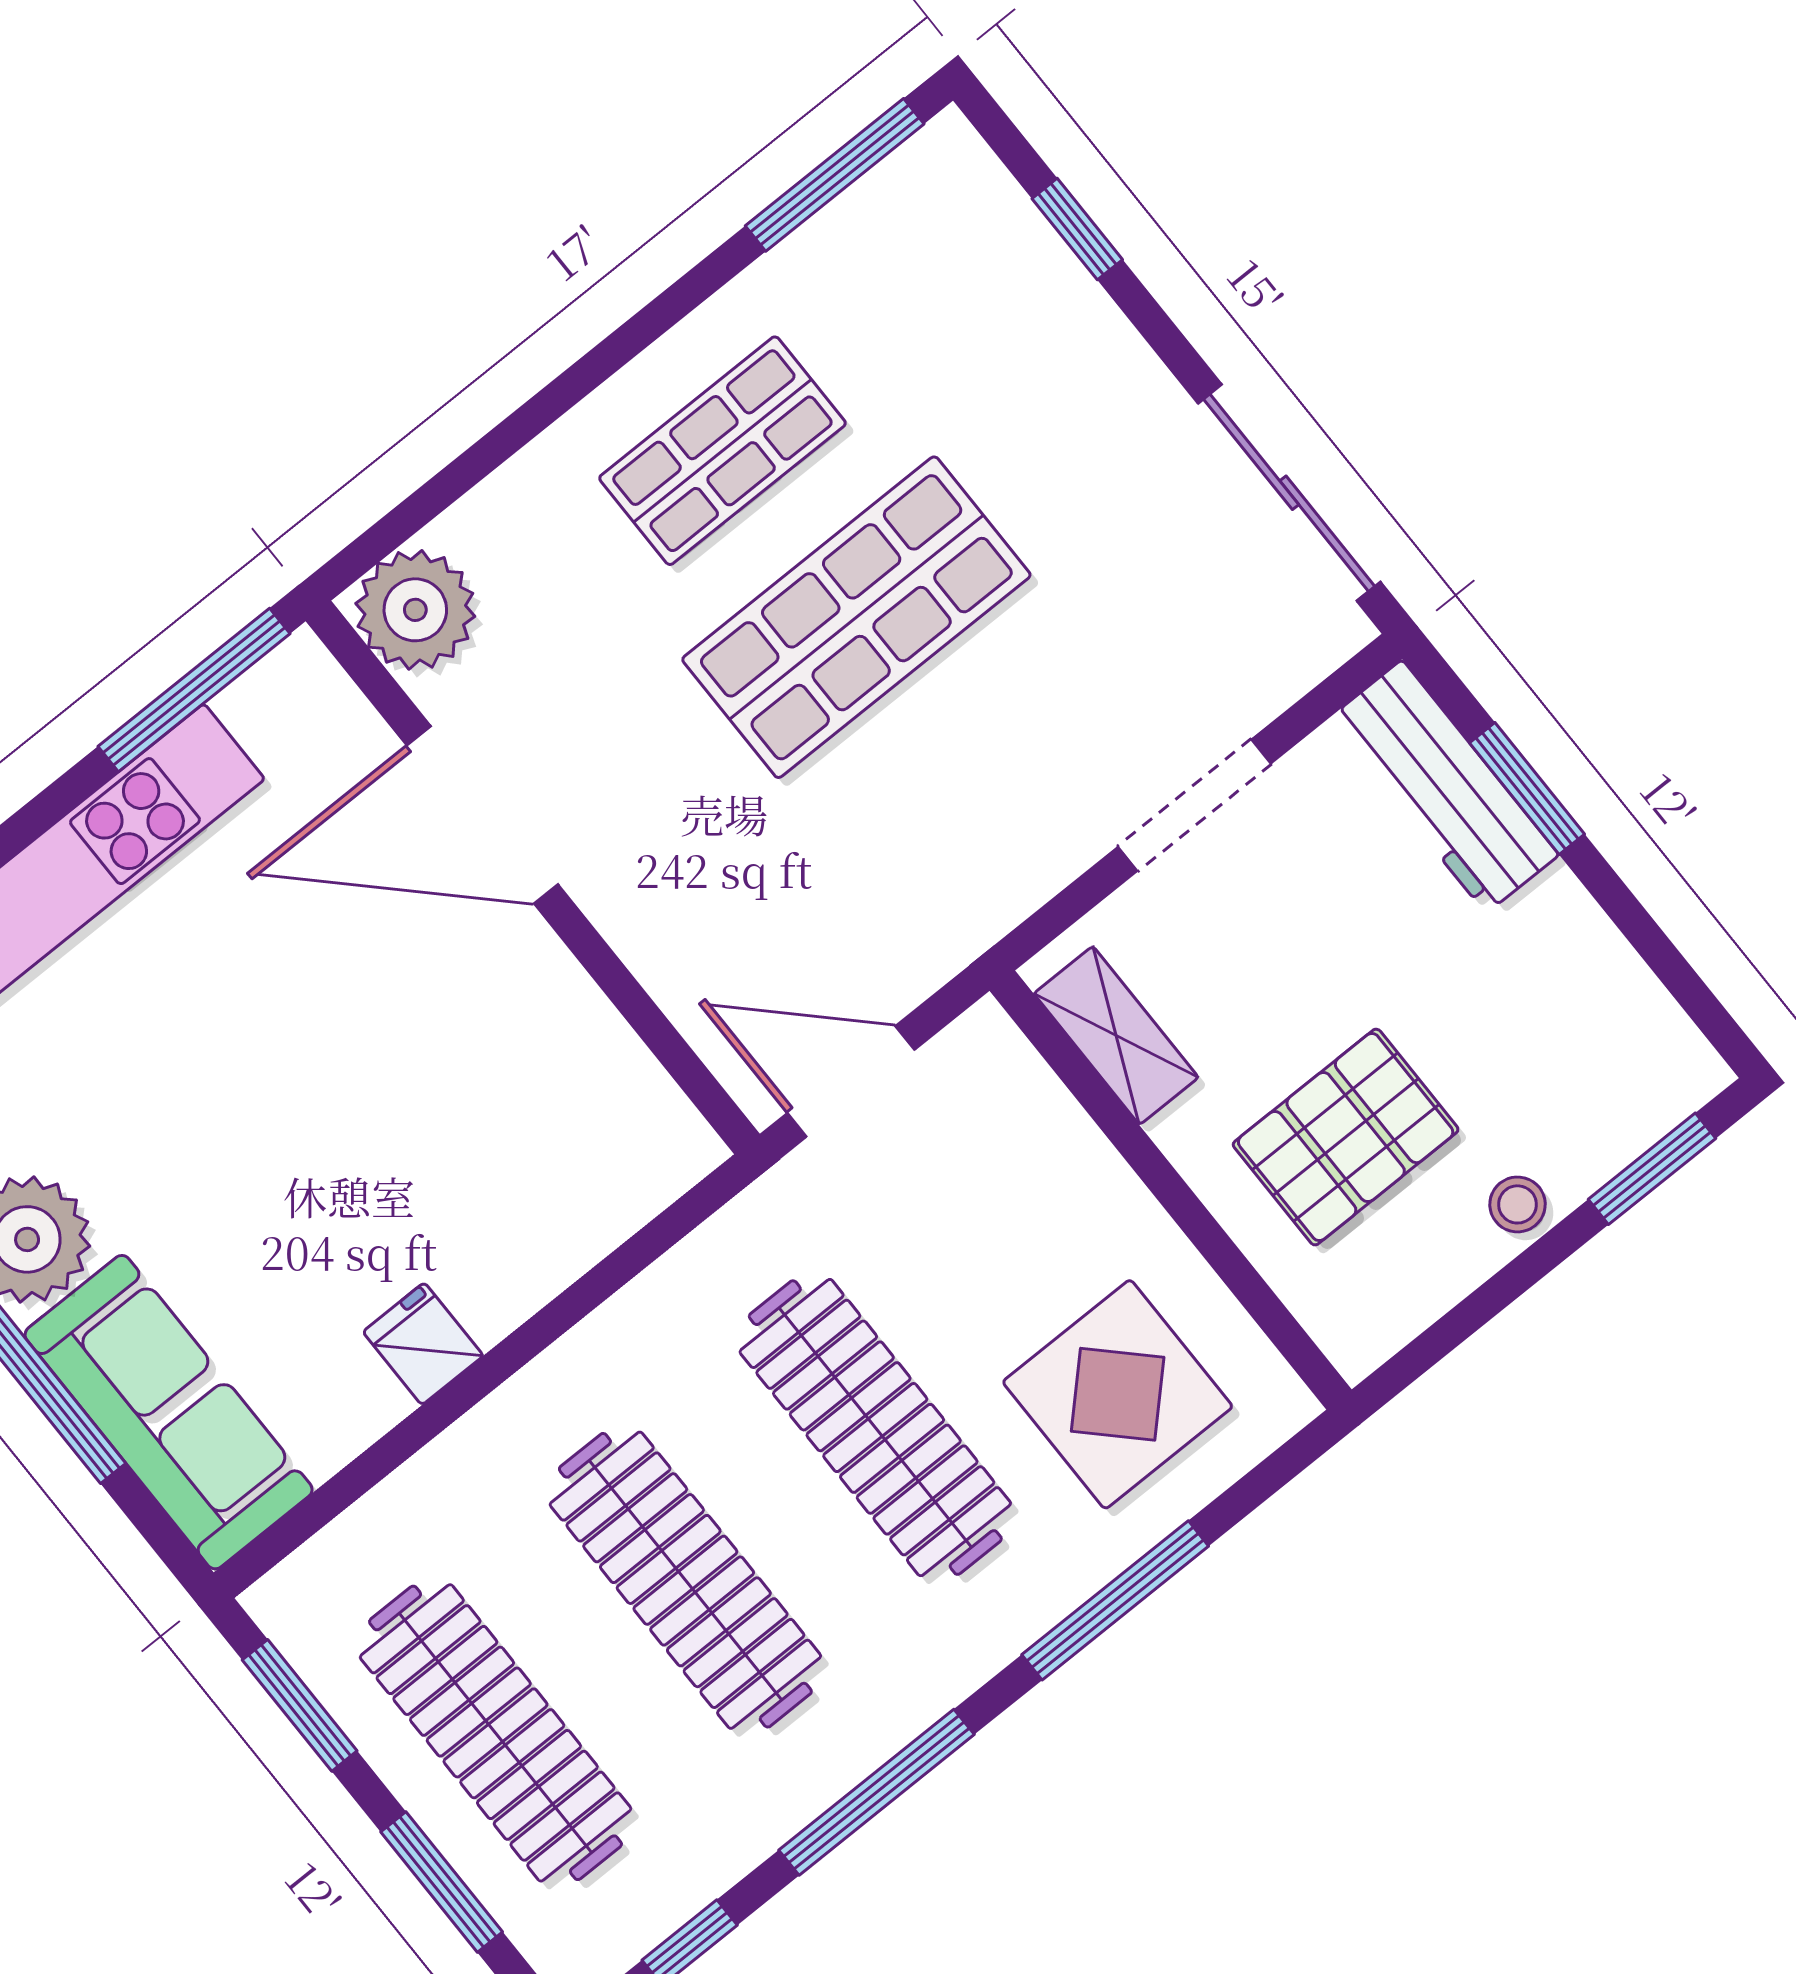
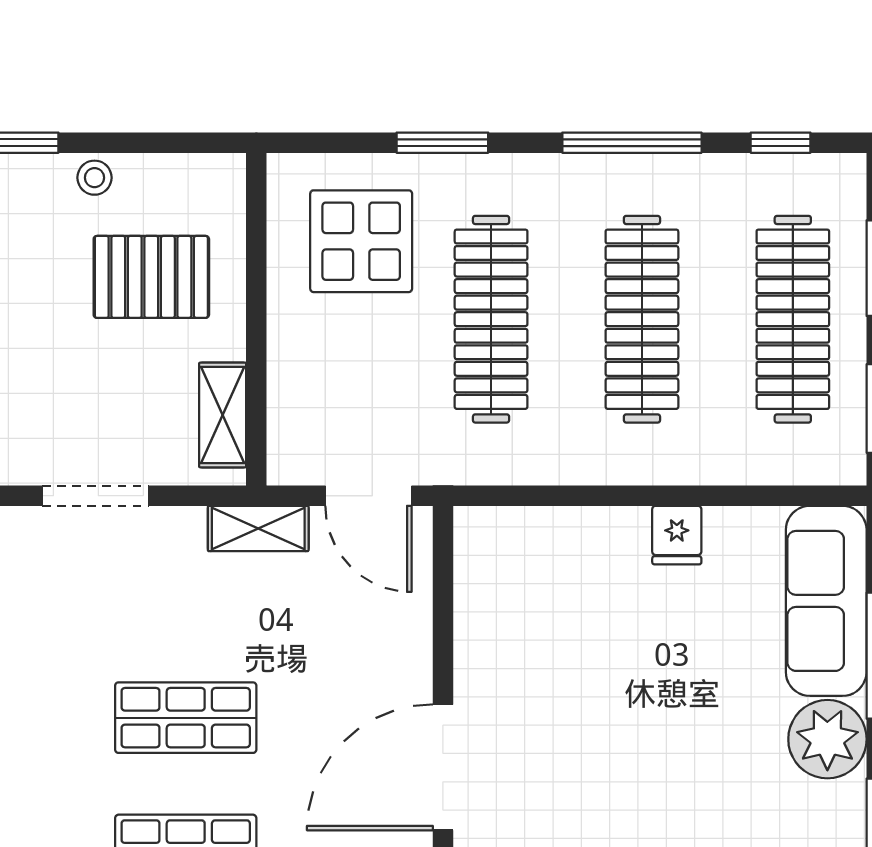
shop shelf: (856, 617) -> (186, 718), width x0.70, depth x0.74
door: (482, 815) -> (443, 767), swing flipped
shelving: (957, 929) -> (258, 528), added
window: (1115, 1600) -> (442, 143), width x0.69

